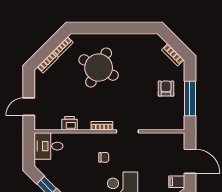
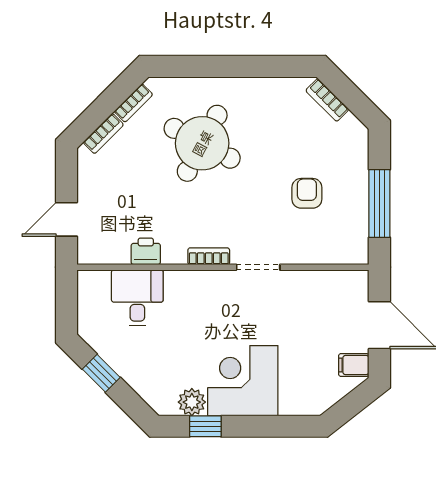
bookcase: (173, 55) -> (327, 100), moved
armchair: (166, 89) -> (307, 193), moved
desk: (48, 146) -> (137, 298), moved, turned 90
chair: (104, 157) -> (212, 318), removed

